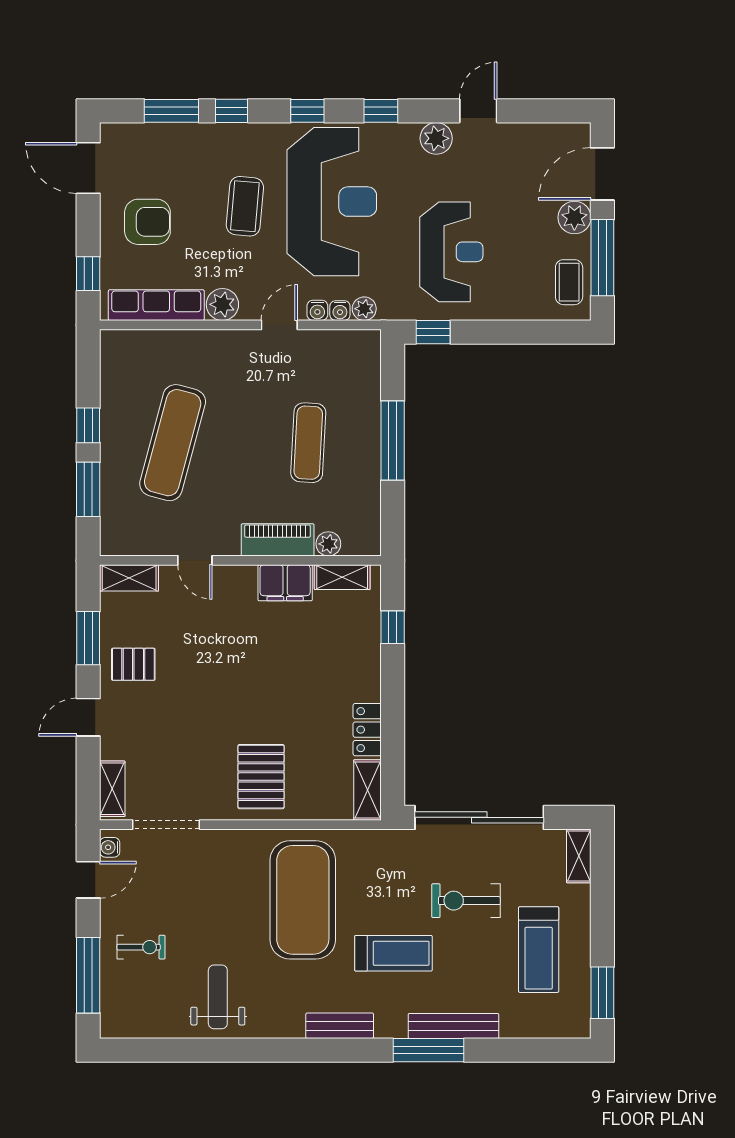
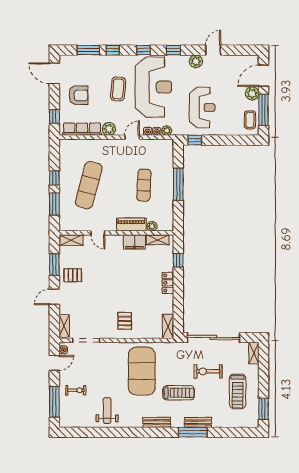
locker: (367, 730) -> (168, 283), moved
pallet: (261, 777) -> (125, 321), width x0.67, depth x0.71
bench: (453, 1026) -> (198, 422), width x0.73

